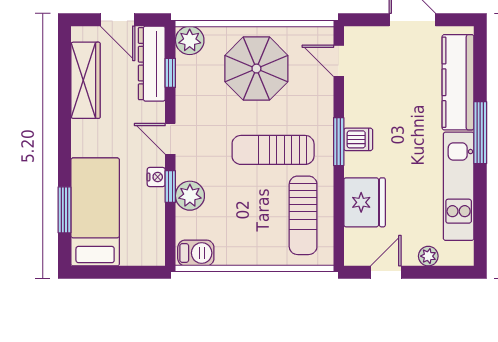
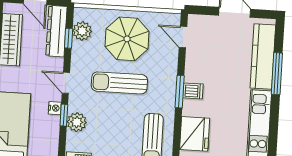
plant: (190, 40) -> (82, 31), moved
window: (480, 133) -> (277, 74), moved
sun lounger: (273, 150) -> (119, 83), moved

